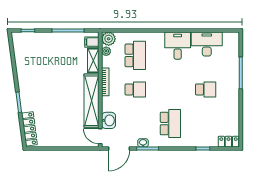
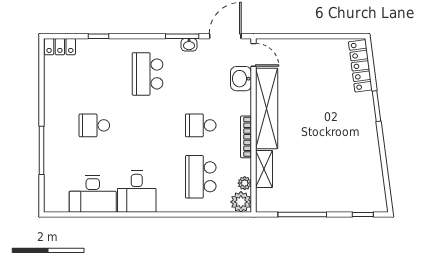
filing cabinet: (92, 42) -> (266, 197), removed

